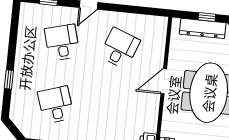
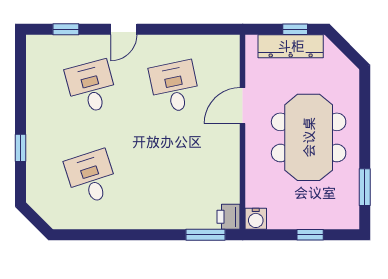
desk: (120, 48) -> (175, 87), turned -33
door: (164, 81) -> (243, 106), moved

